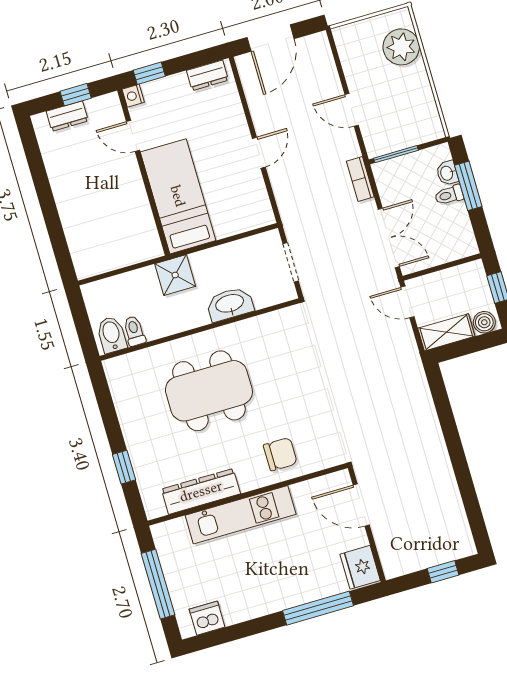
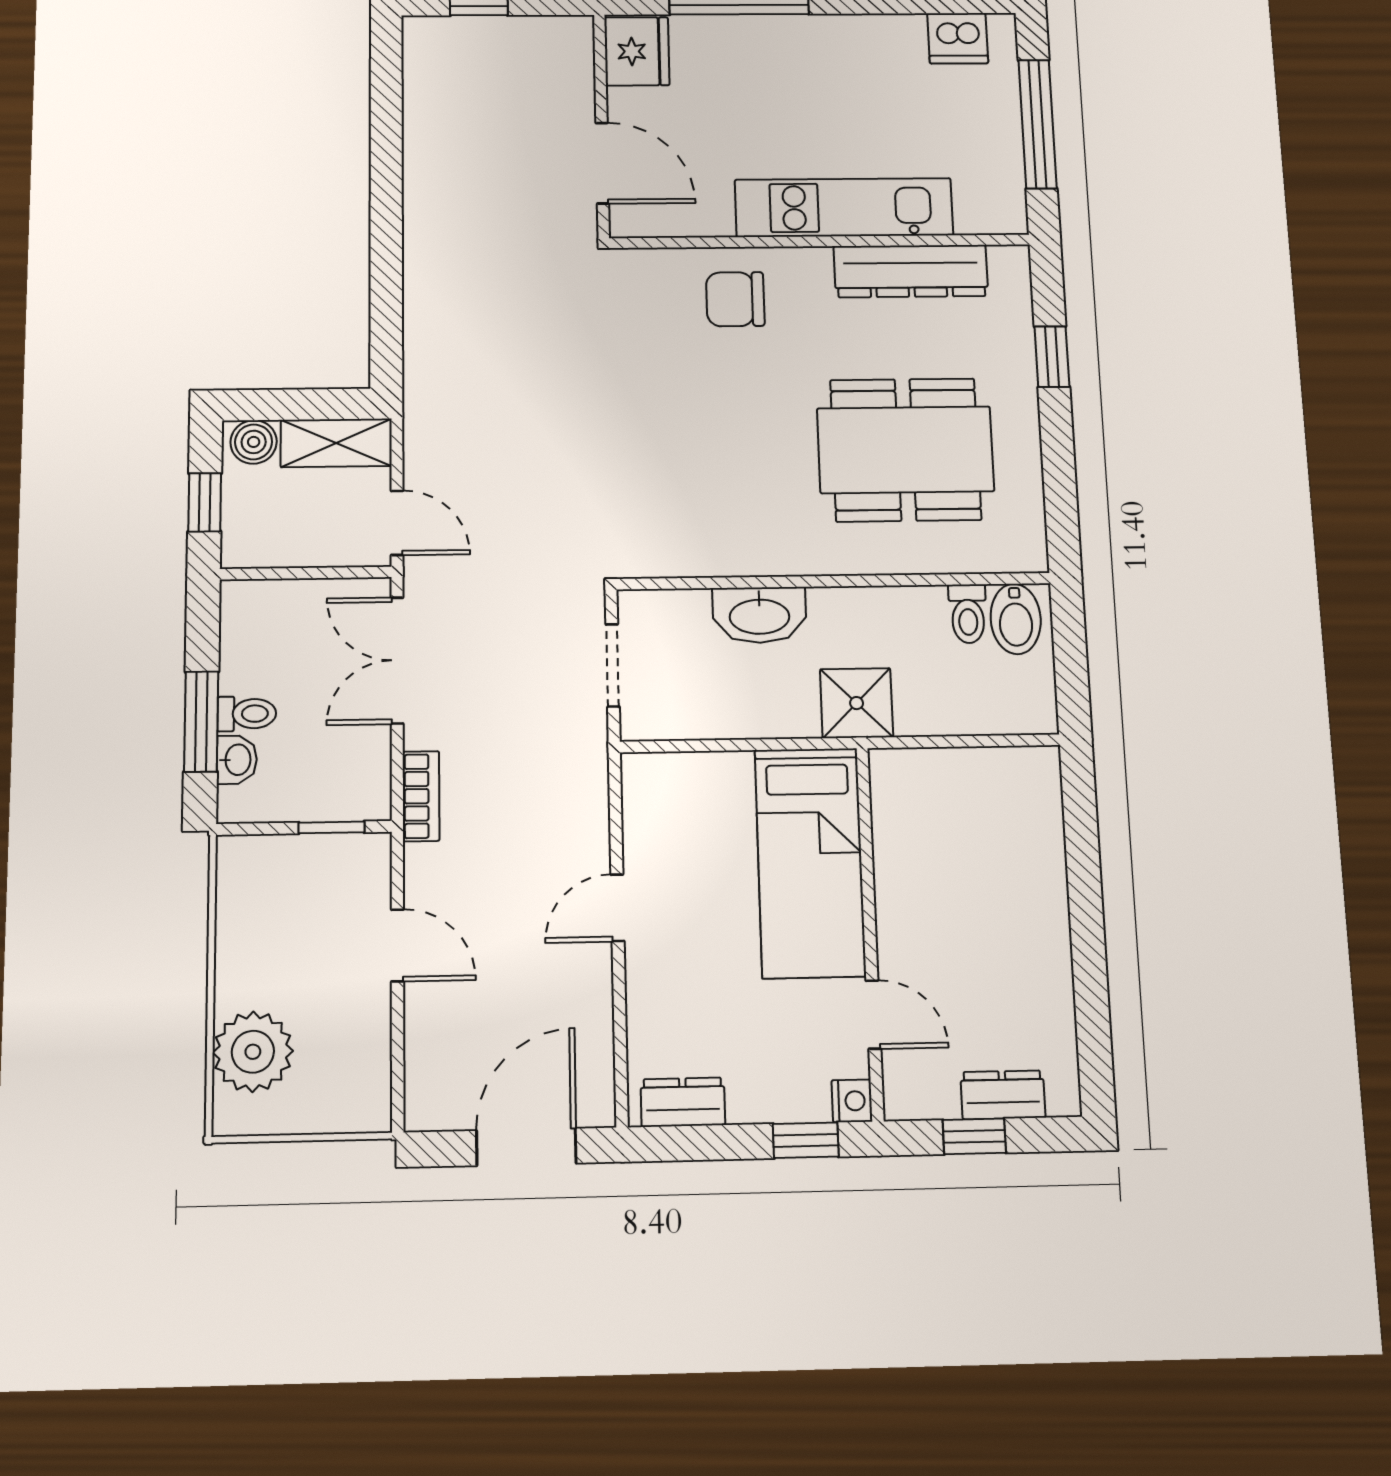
window: (396, 154) -> (332, 827), width x0.67
dining table: (209, 391) -> (905, 450), moved

